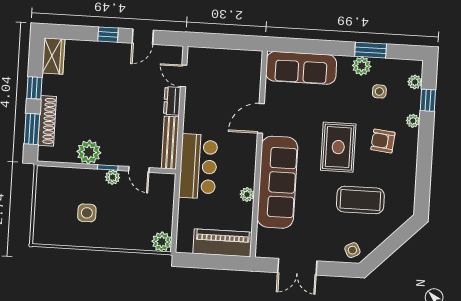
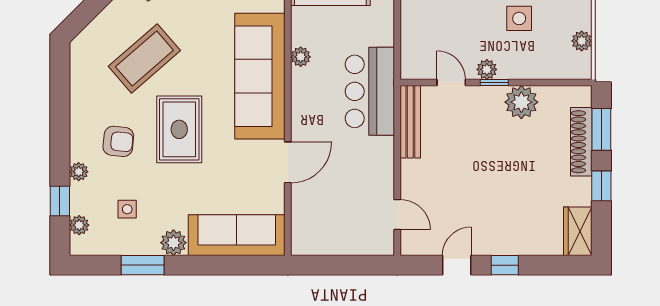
plant: (362, 66) -> (173, 243), moved
dresser: (172, 101) -> (411, 179), removed
plant: (42, 194) -> (582, 41), added
coffee table: (360, 200) -> (144, 58), turned -41

